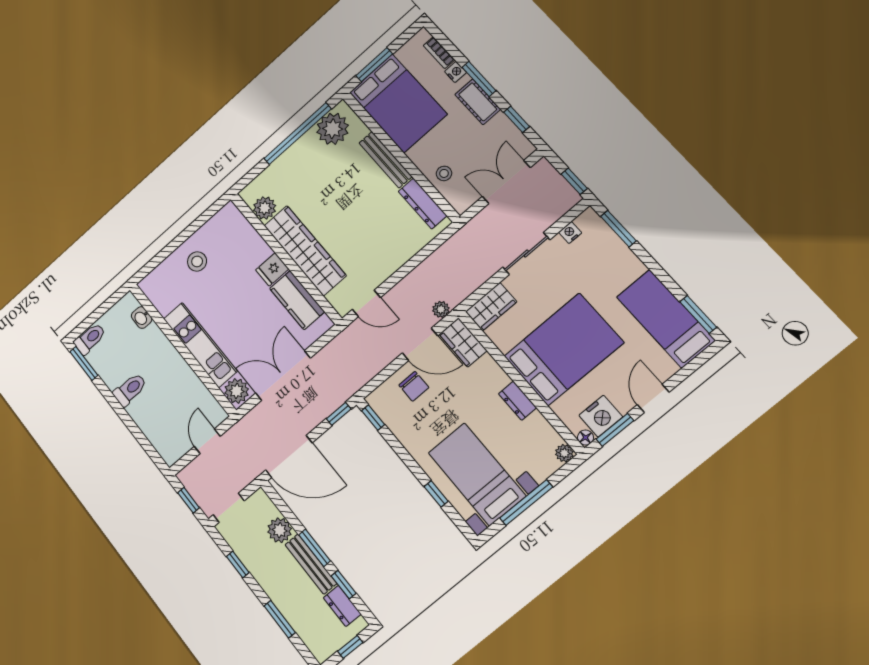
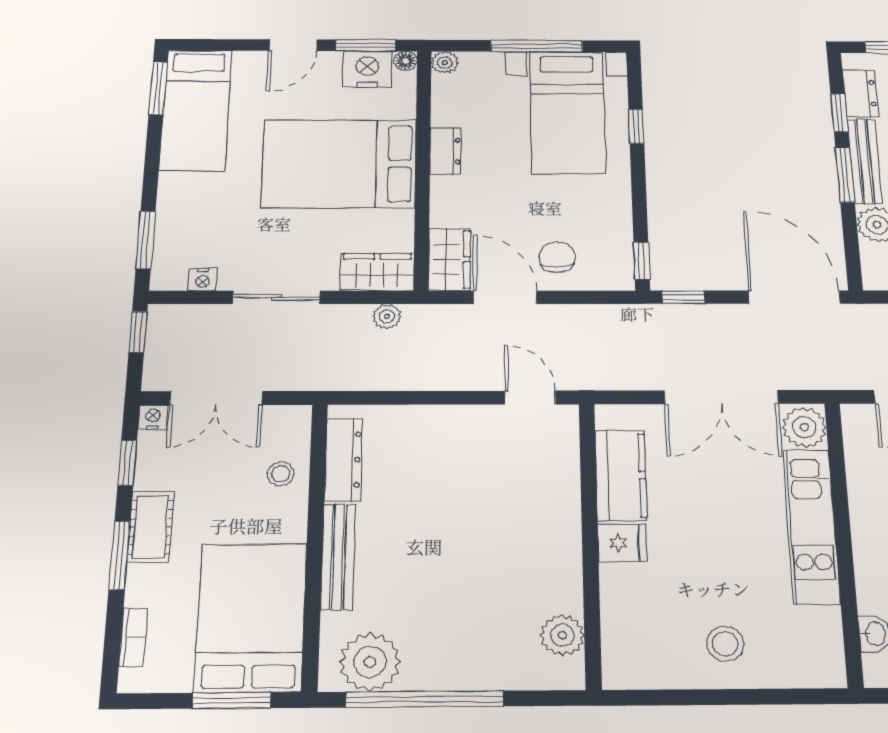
nightstand: (456, 72) -> (153, 417), moved, turned 90
wardrobe: (305, 251) -> (554, 530), removed
plant: (441, 309) -> (387, 316), moved

